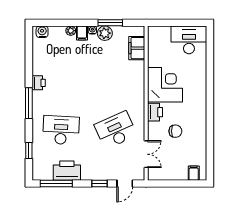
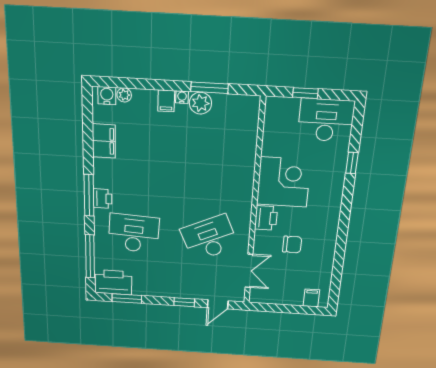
window: (174, 23) -> (305, 93), added
plant: (71, 31) -> (124, 95), moved
filing cabinet: (137, 48) -> (104, 141), moved, turned 180
window: (210, 68) -> (352, 163), added
printer: (39, 83) -> (102, 199), moved
window: (29, 150) -> (90, 256), width x2.17
printer: (67, 171) -> (114, 282), moved
window: (56, 183) -> (127, 298), width x0.69

